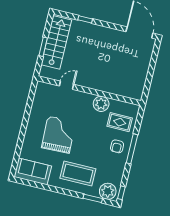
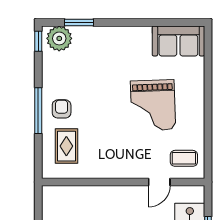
plant: (101, 104) -> (101, 167), removed
rug: (120, 122) -> (66, 146), turned 90
coffee table: (78, 173) -> (184, 158), moved, width x0.54, depth x0.58

